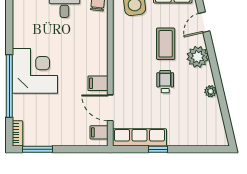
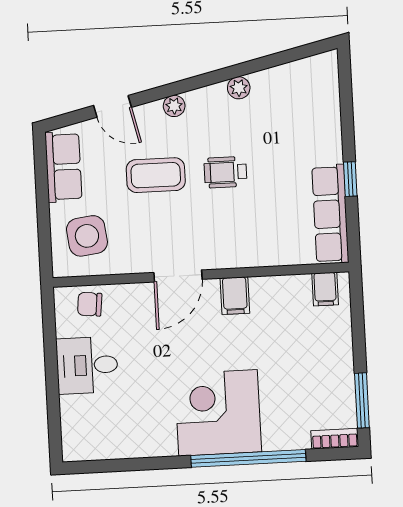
plant: (198, 57) -> (174, 106), width x0.53, depth x0.53
door: (110, 108) -> (178, 276), moved

